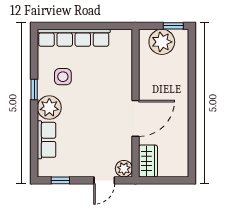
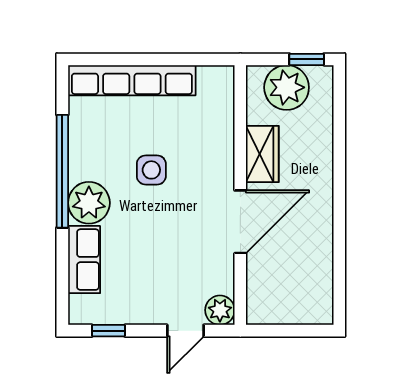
side table: (63, 77) -> (151, 170), moved
window: (34, 90) -> (62, 171), width x3.17
wardrobe: (148, 161) -> (262, 154), moved

